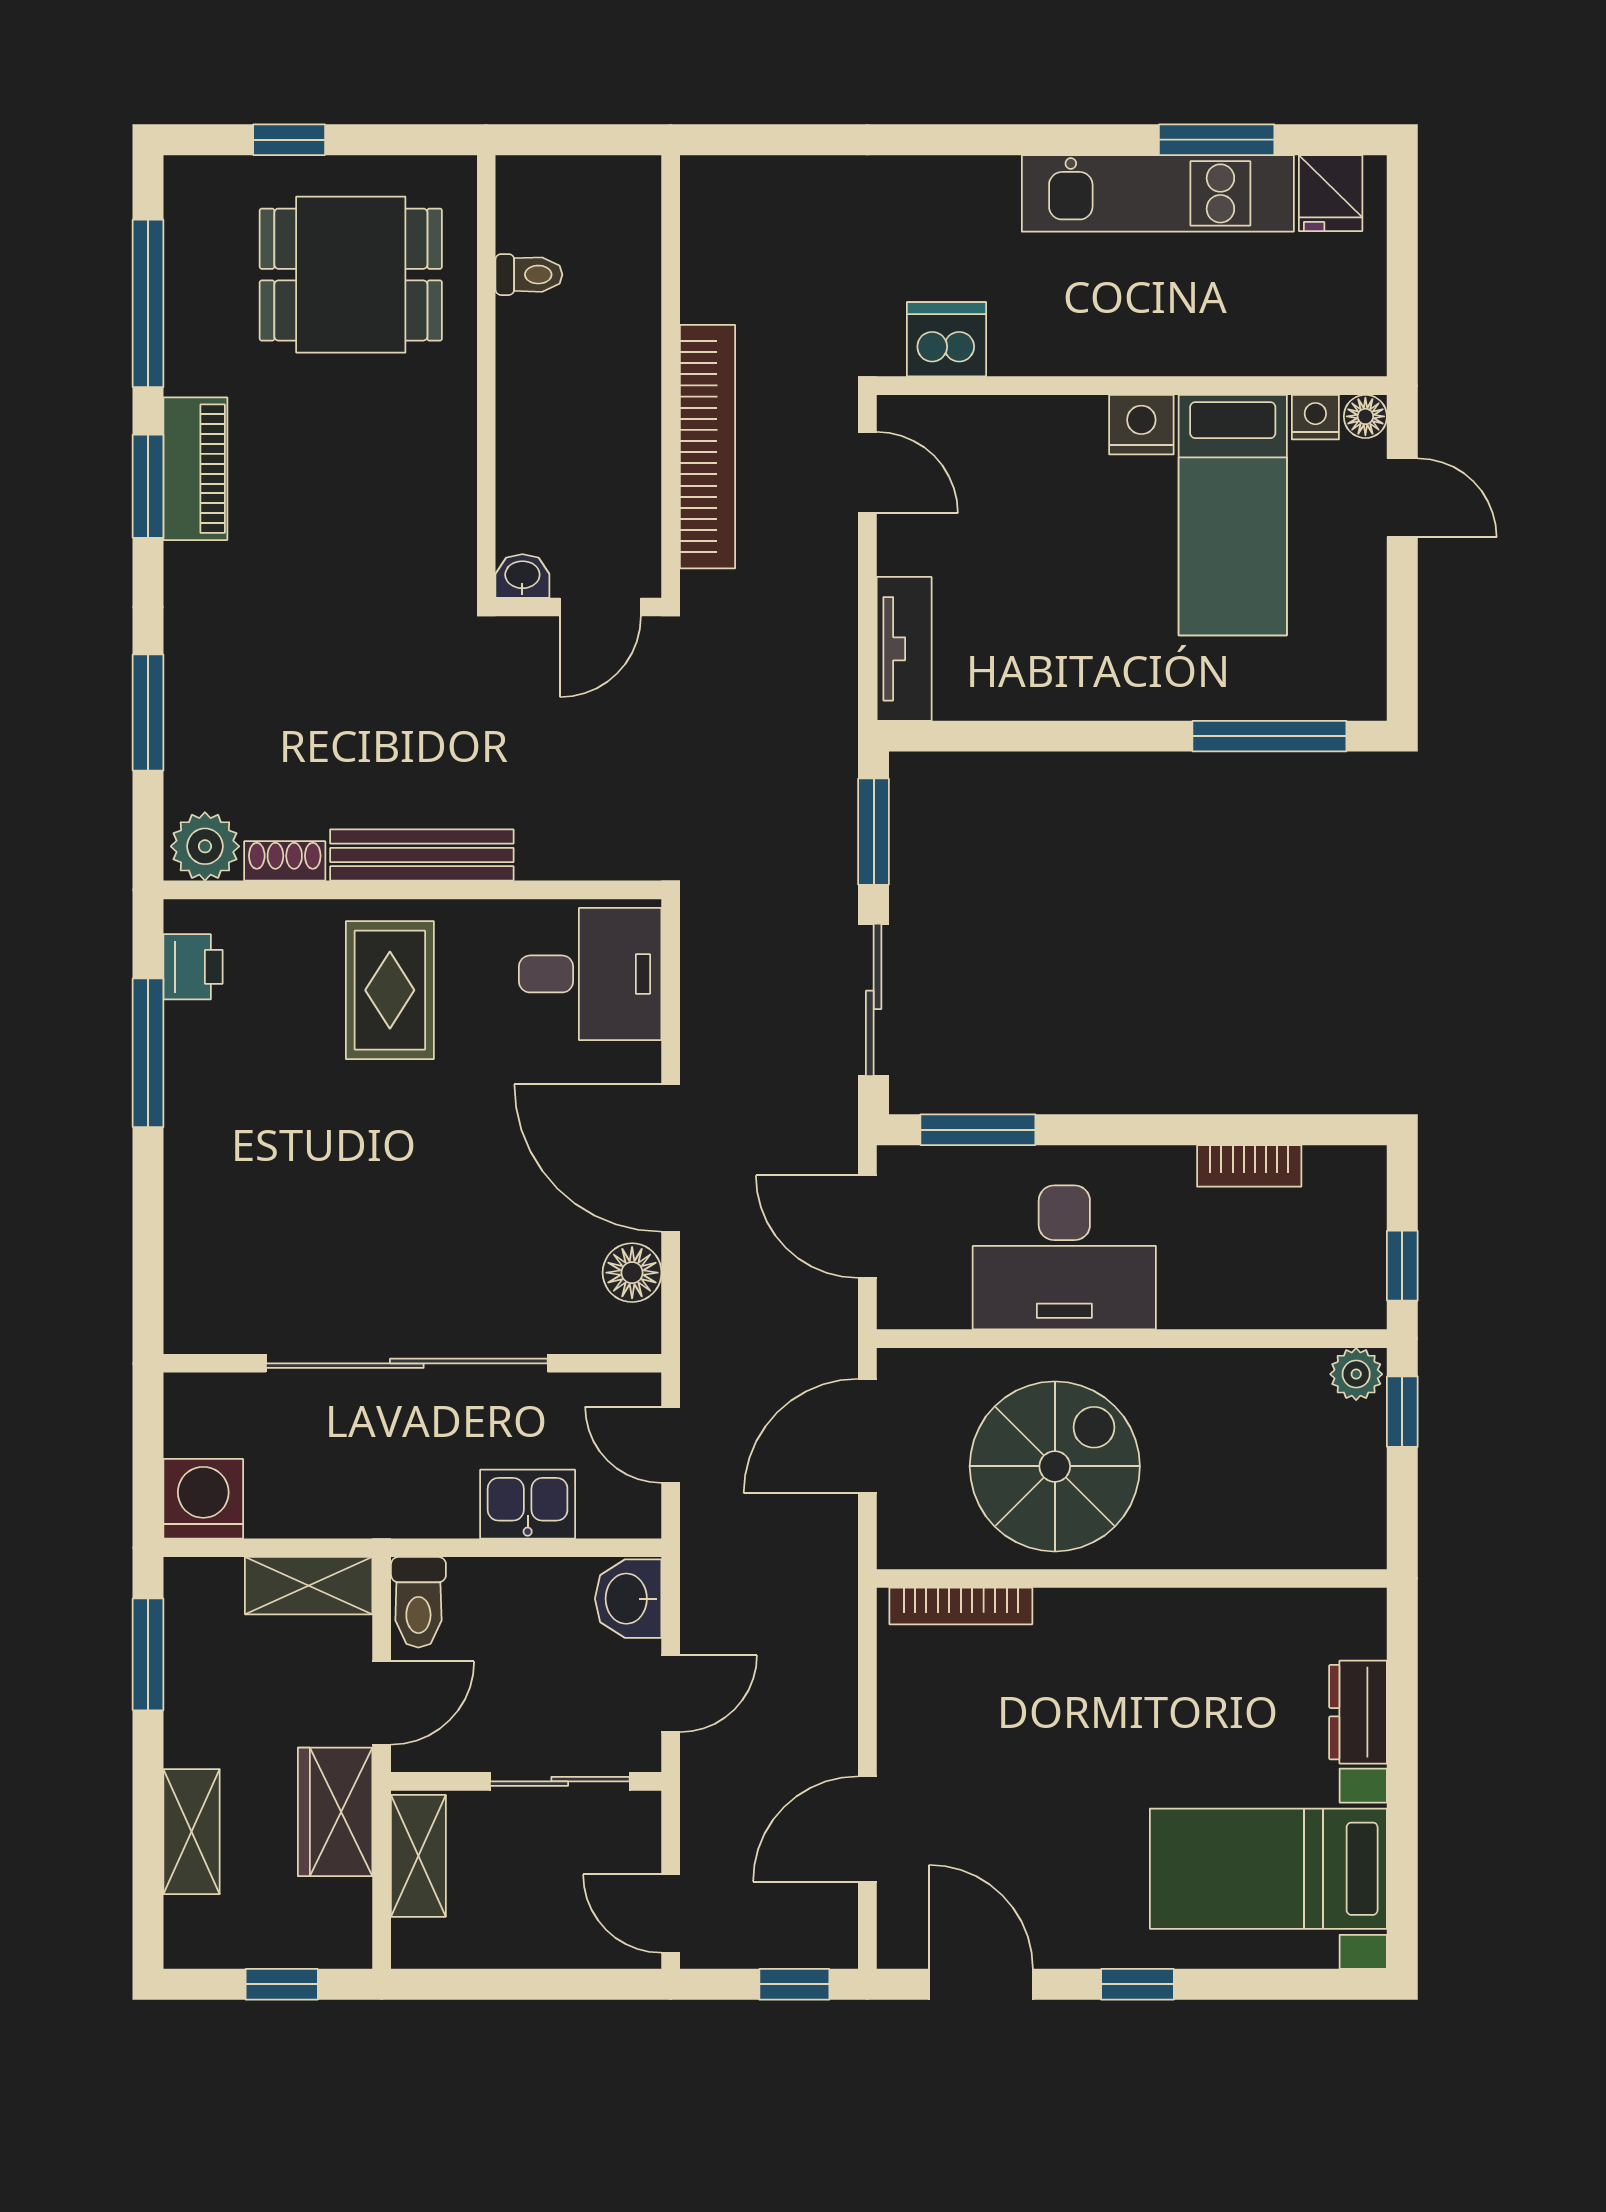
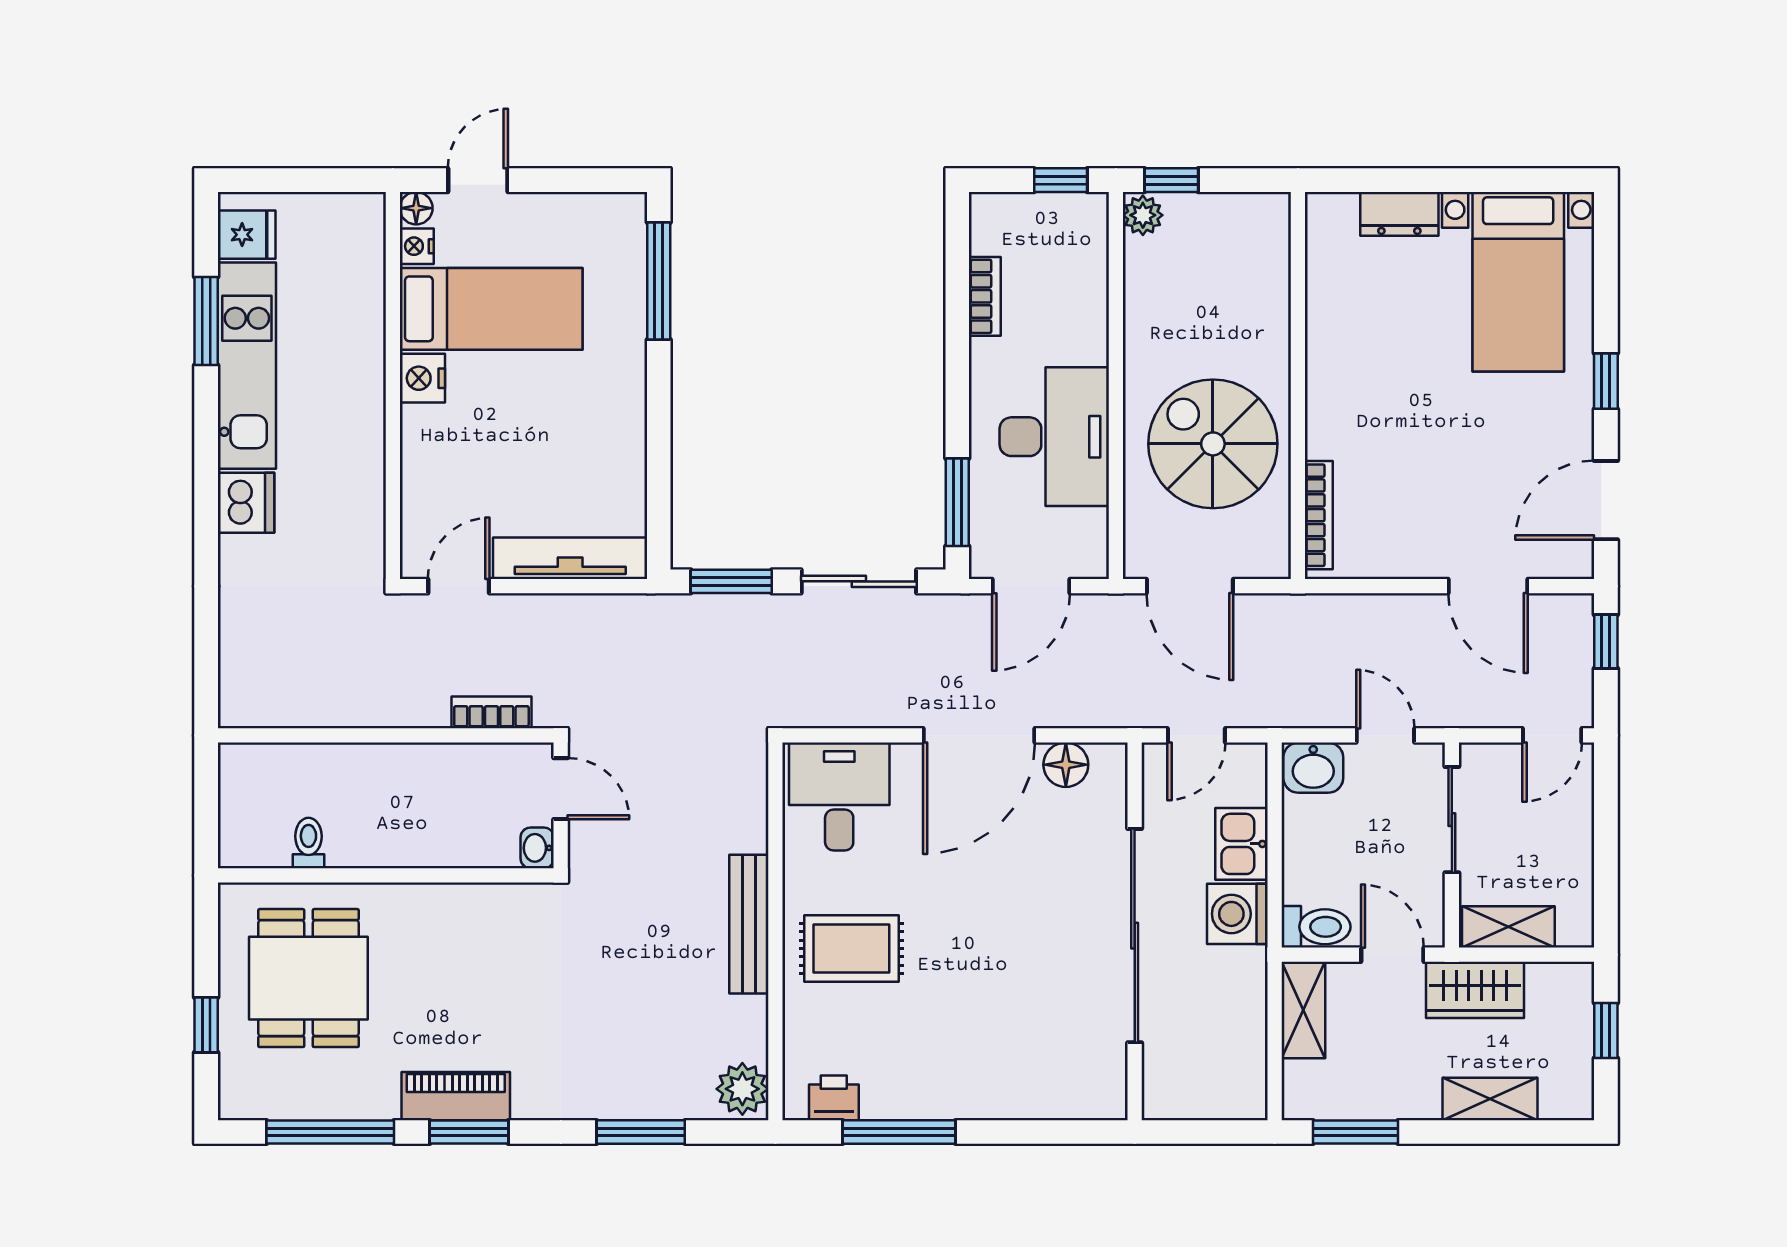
dishwasher: (946, 339) -> (246, 503), moved, turned 180
bookcase: (708, 447) -> (491, 712), width x0.43, depth x0.76
tv unit: (904, 649) -> (570, 558), width x1.41
shoe rack: (285, 861) -> (753, 1028), removed
washing machine: (203, 1499) -> (1237, 914), moved

